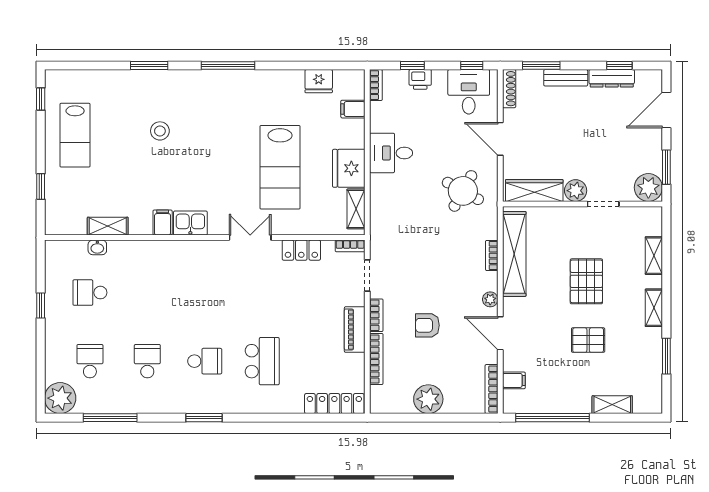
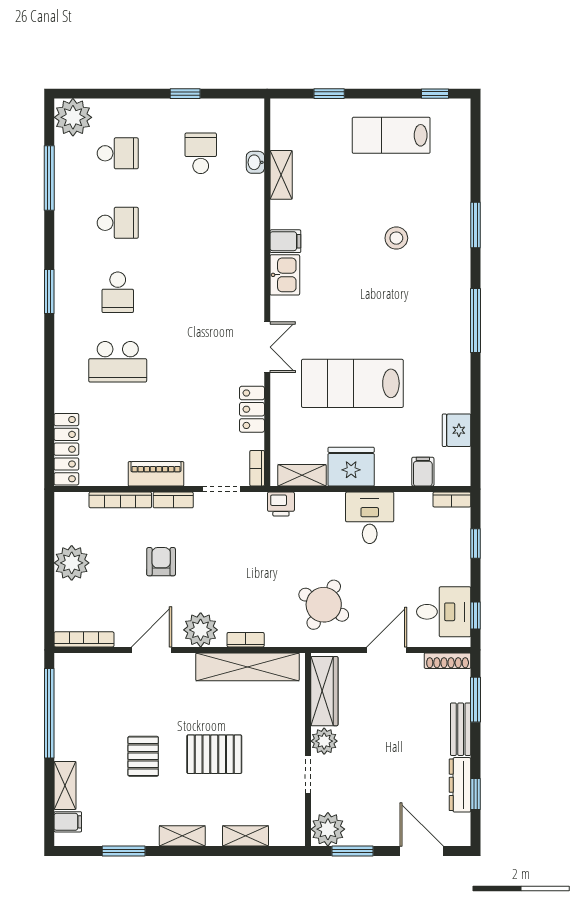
printer: (420, 79) -> (281, 504), moved, turned -90
plant: (490, 299) -> (201, 630), width x1.88, depth x1.88
filing cabinet: (514, 380) -> (68, 822), moved, turned -90

